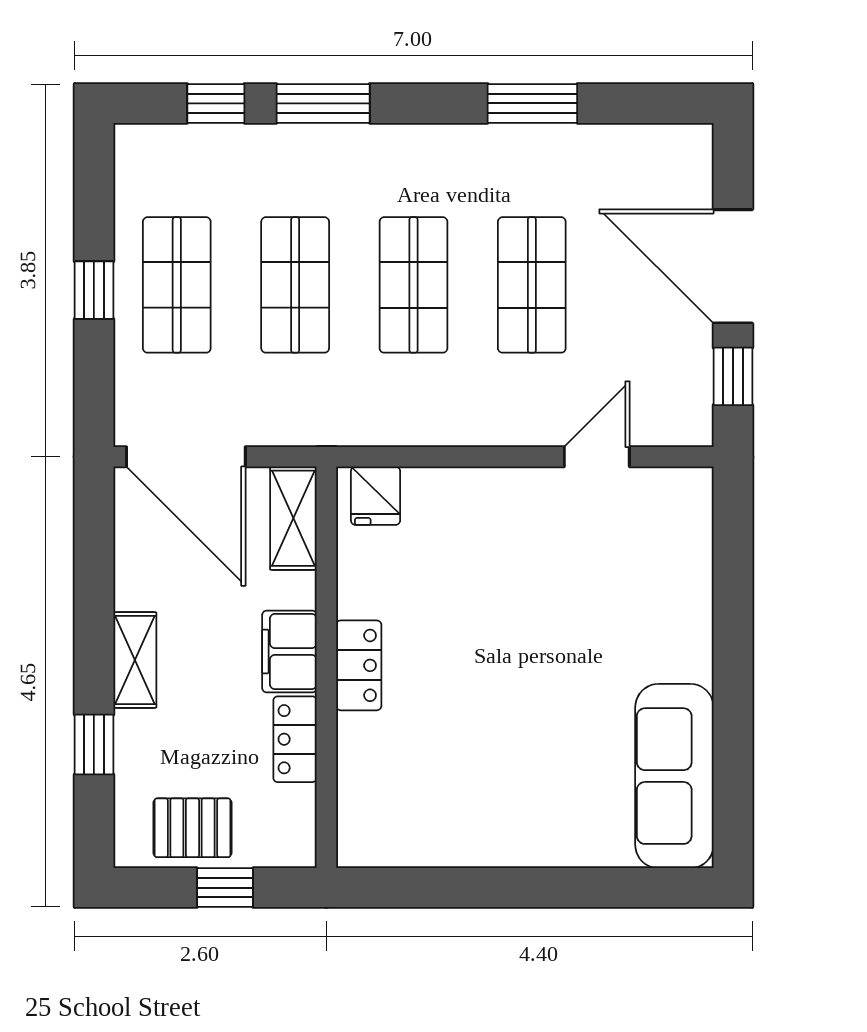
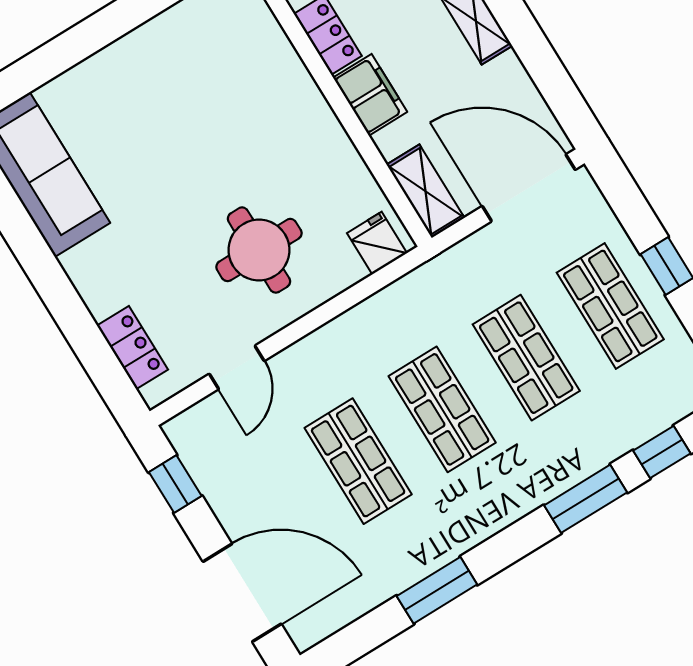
door: (733, 266) -> (242, 593), moved
round table: (500, 563) -> (259, 250), added
locker: (359, 665) -> (132, 348), moved, turned 180

